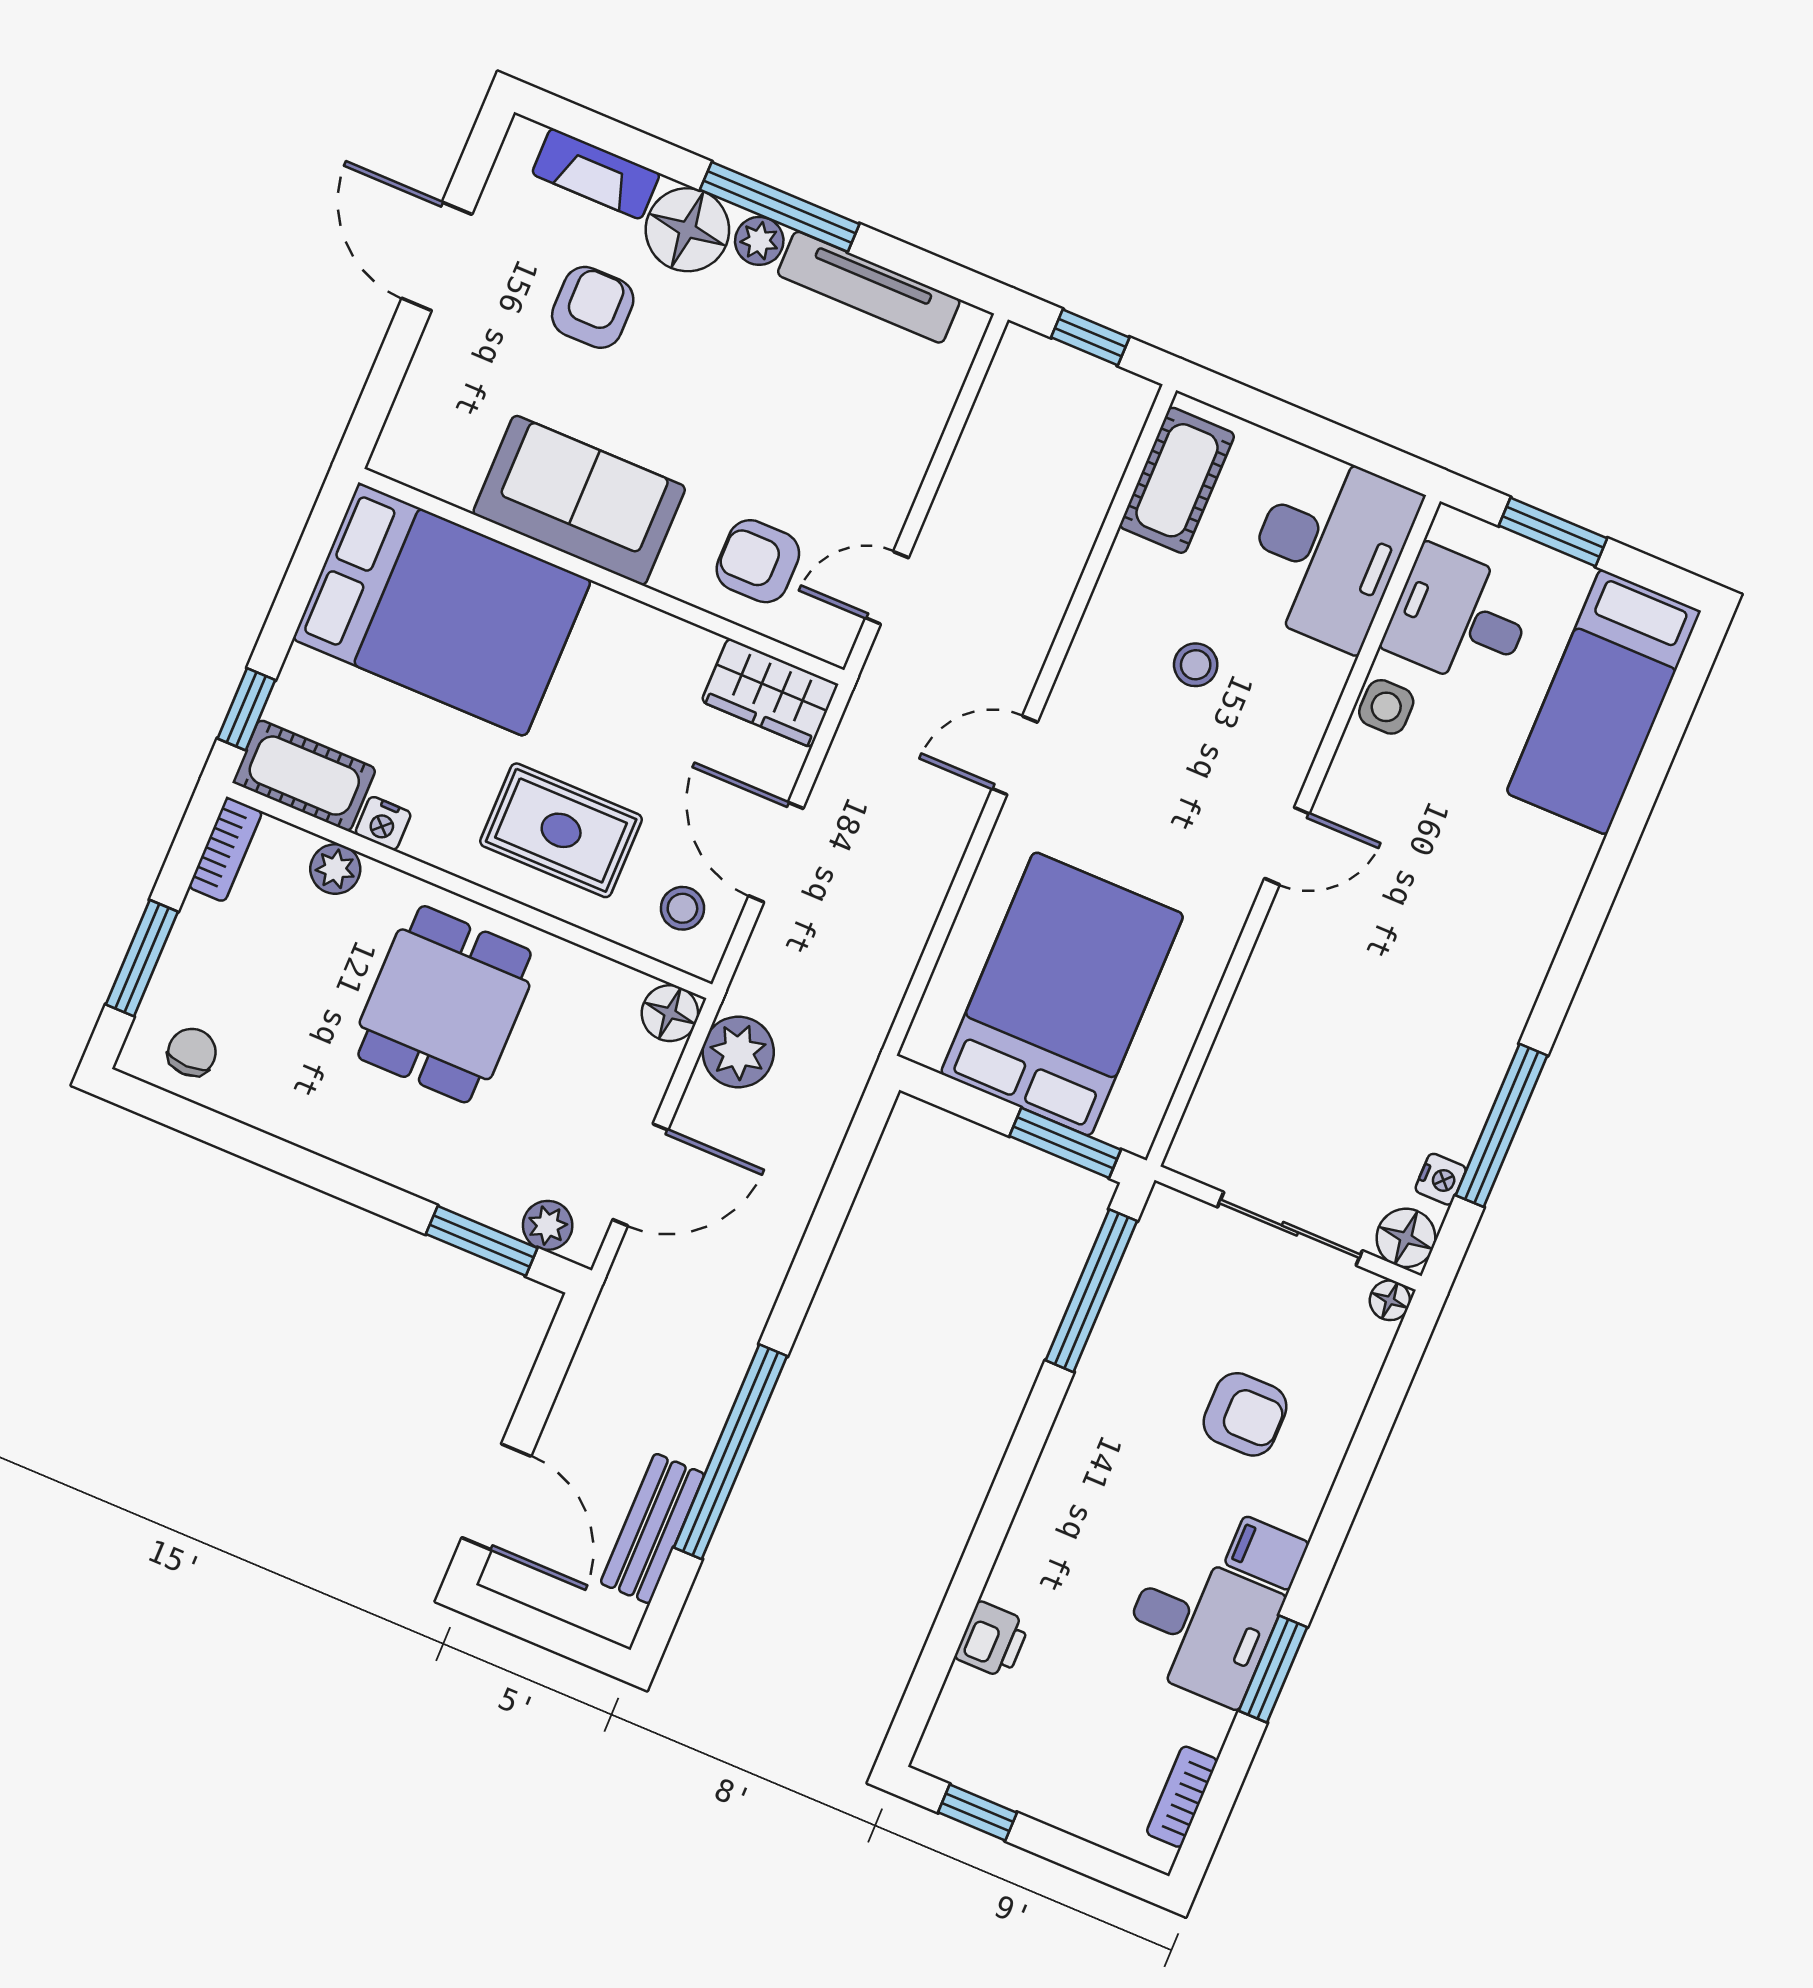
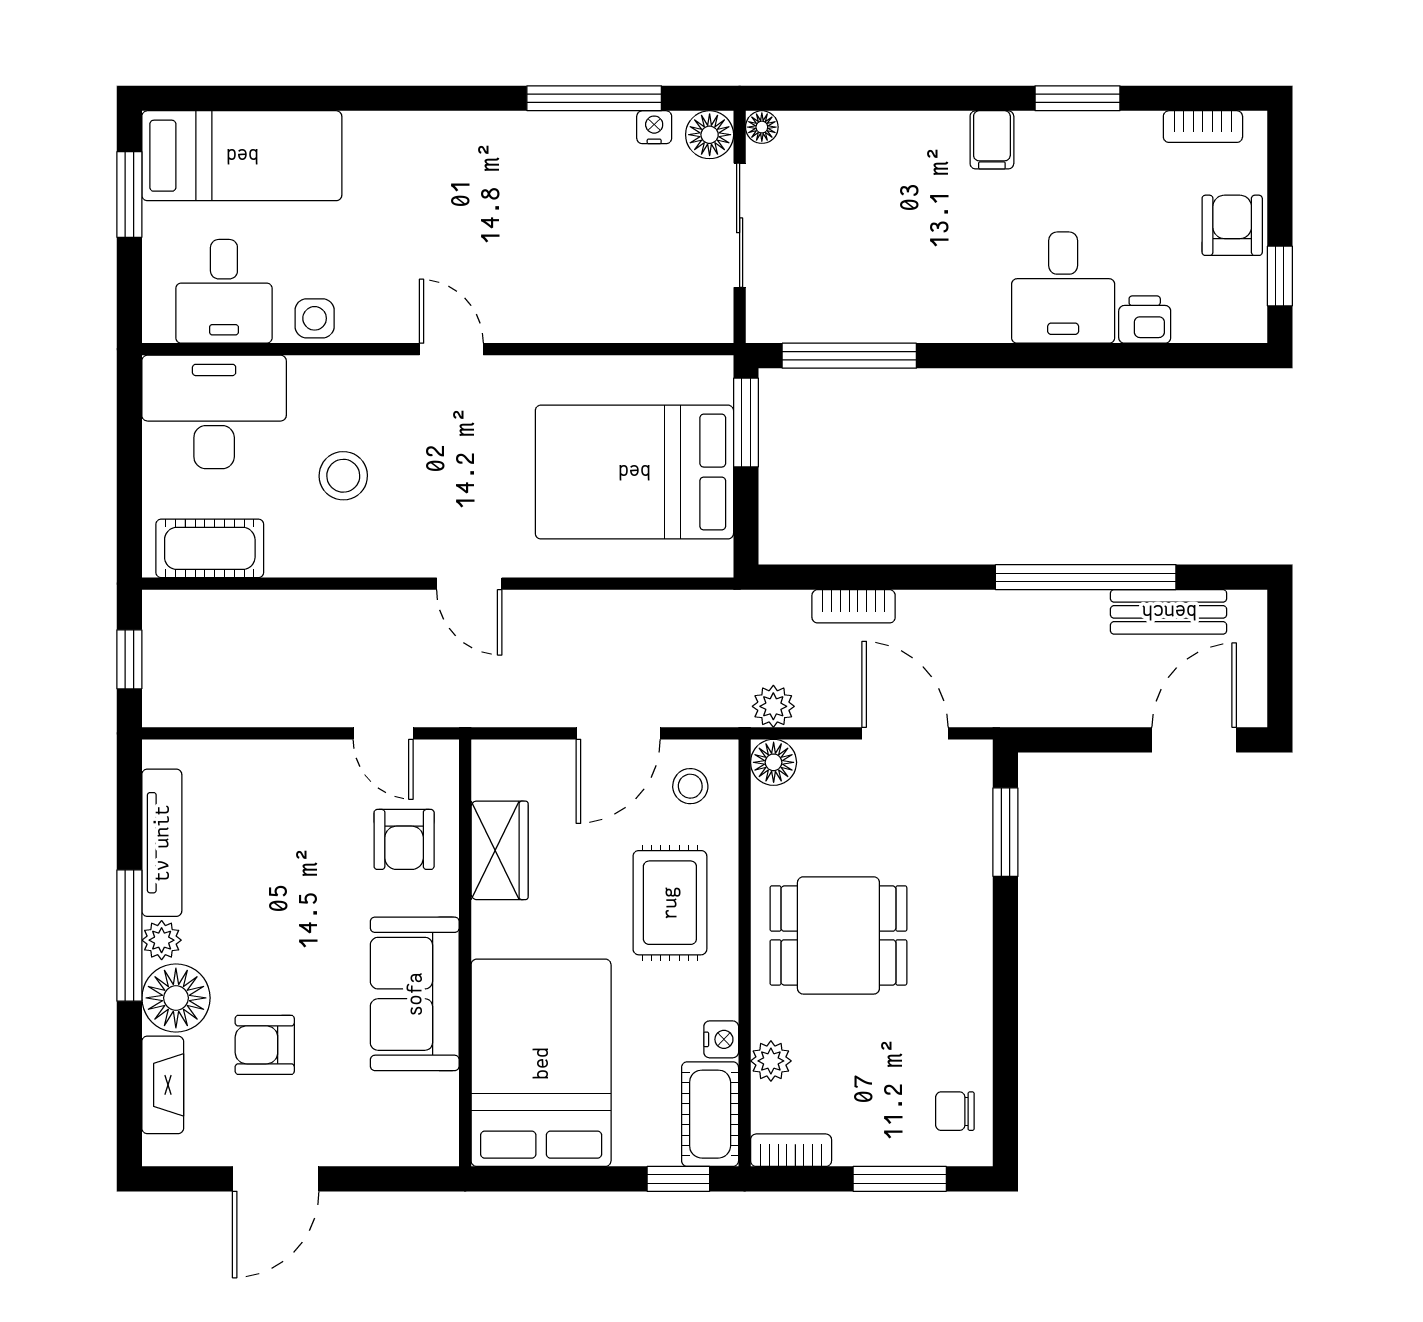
window: (1553, 532) -> (129, 195), moved
stool: (1196, 665) -> (343, 476), width x1.37, depth x1.37
wardrobe: (770, 693) -> (500, 850), moved
plant: (738, 1052) -> (773, 706), width x0.73, depth x0.73
bookcase: (808, 1177) -> (854, 606), added
plant: (548, 1225) -> (973, 787), removed
armchair: (1245, 1414) -> (1232, 225), moved
desk: (1200, 1628) -> (1063, 288), moved, turned 180

